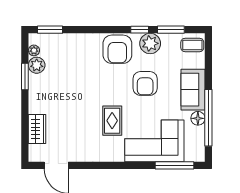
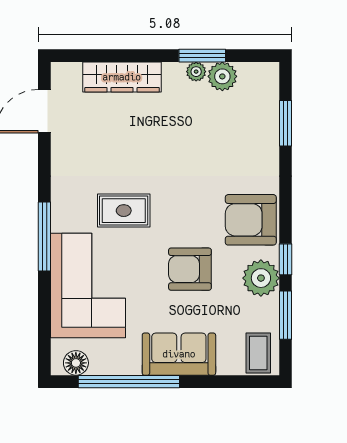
window: (50, 30) -> (285, 123), moved
plant: (34, 50) -> (196, 72), moved
floor lamp: (198, 118) -> (76, 363), moved
wardrobe: (37, 129) -> (122, 77), width x1.50
window: (175, 165) -> (44, 237), moved

